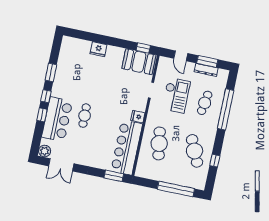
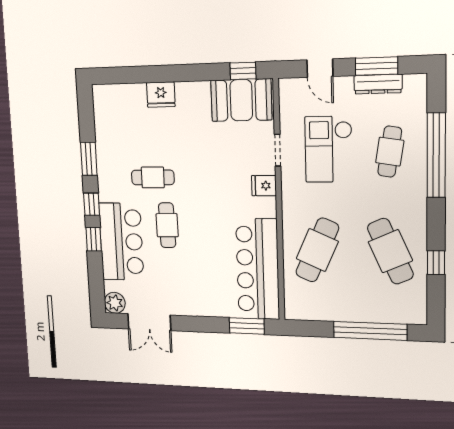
cafe table: (83, 90) -> (153, 177), added
checkout: (176, 95) -> (329, 149), turned 180
fridge: (138, 117) -> (264, 186), moved
cafe table: (159, 143) -> (317, 250), turned 33

